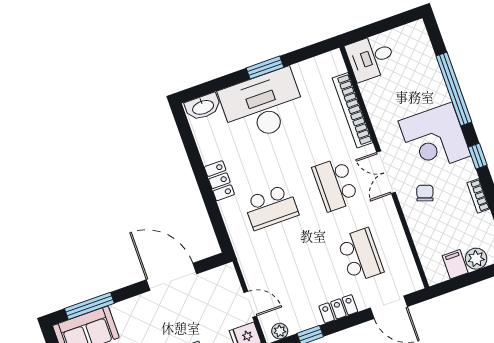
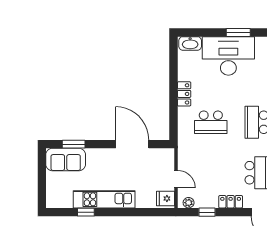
window: (89, 306) -> (74, 144), width x0.69

